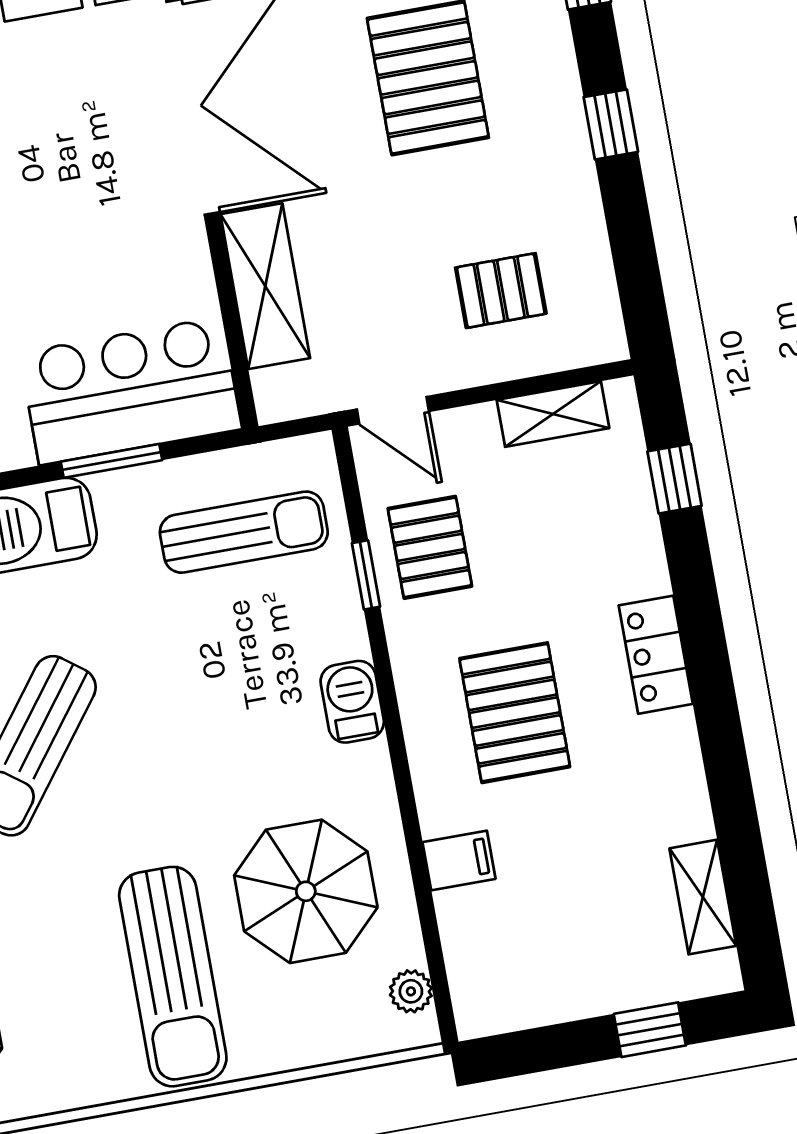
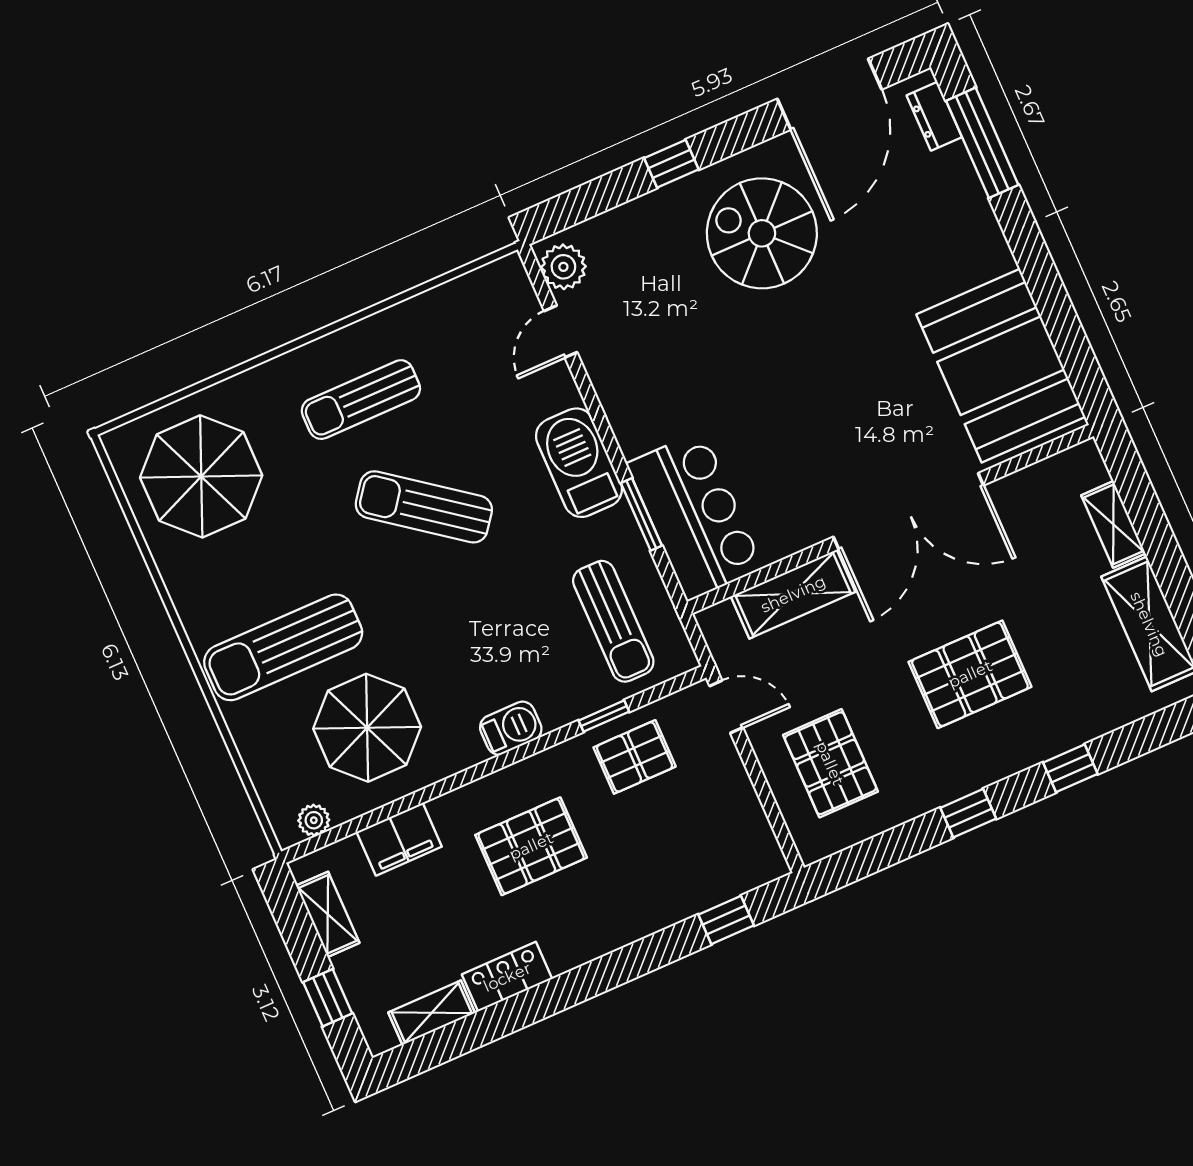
pallet: (501, 291) -> (830, 763), width x1.50, depth x1.42
door: (393, 410) -> (726, 707), swing flipped
shelving: (553, 414) -> (328, 914), moved
locker: (656, 655) -> (507, 977), moved
filing cabinet: (459, 860) -> (399, 839), width x2.00

